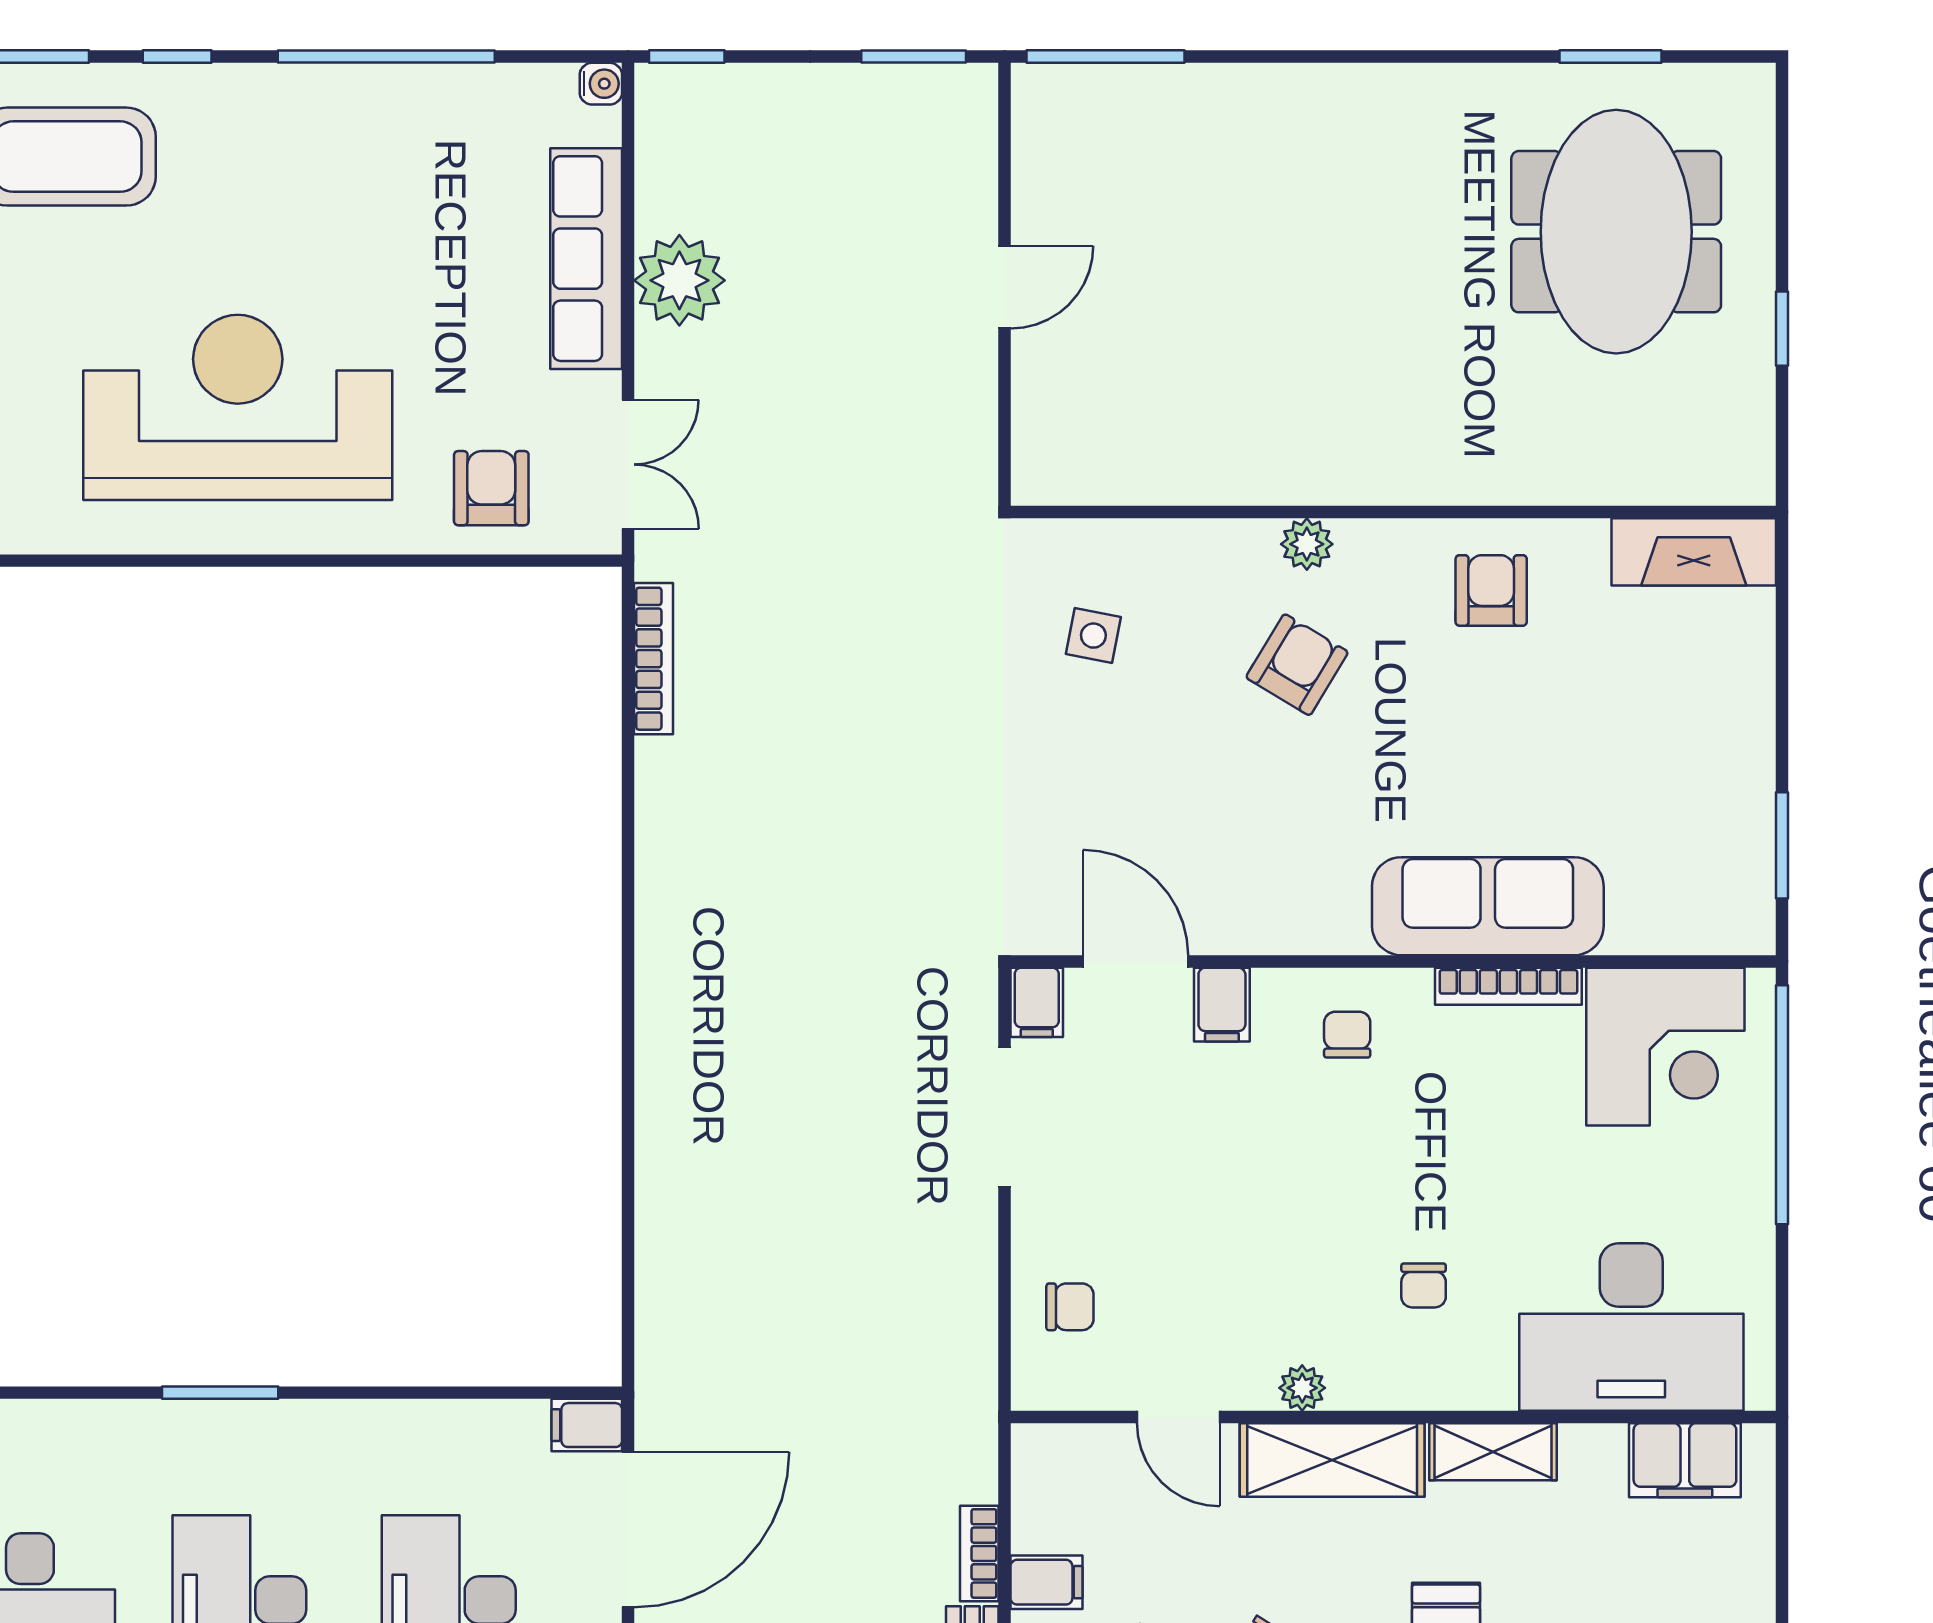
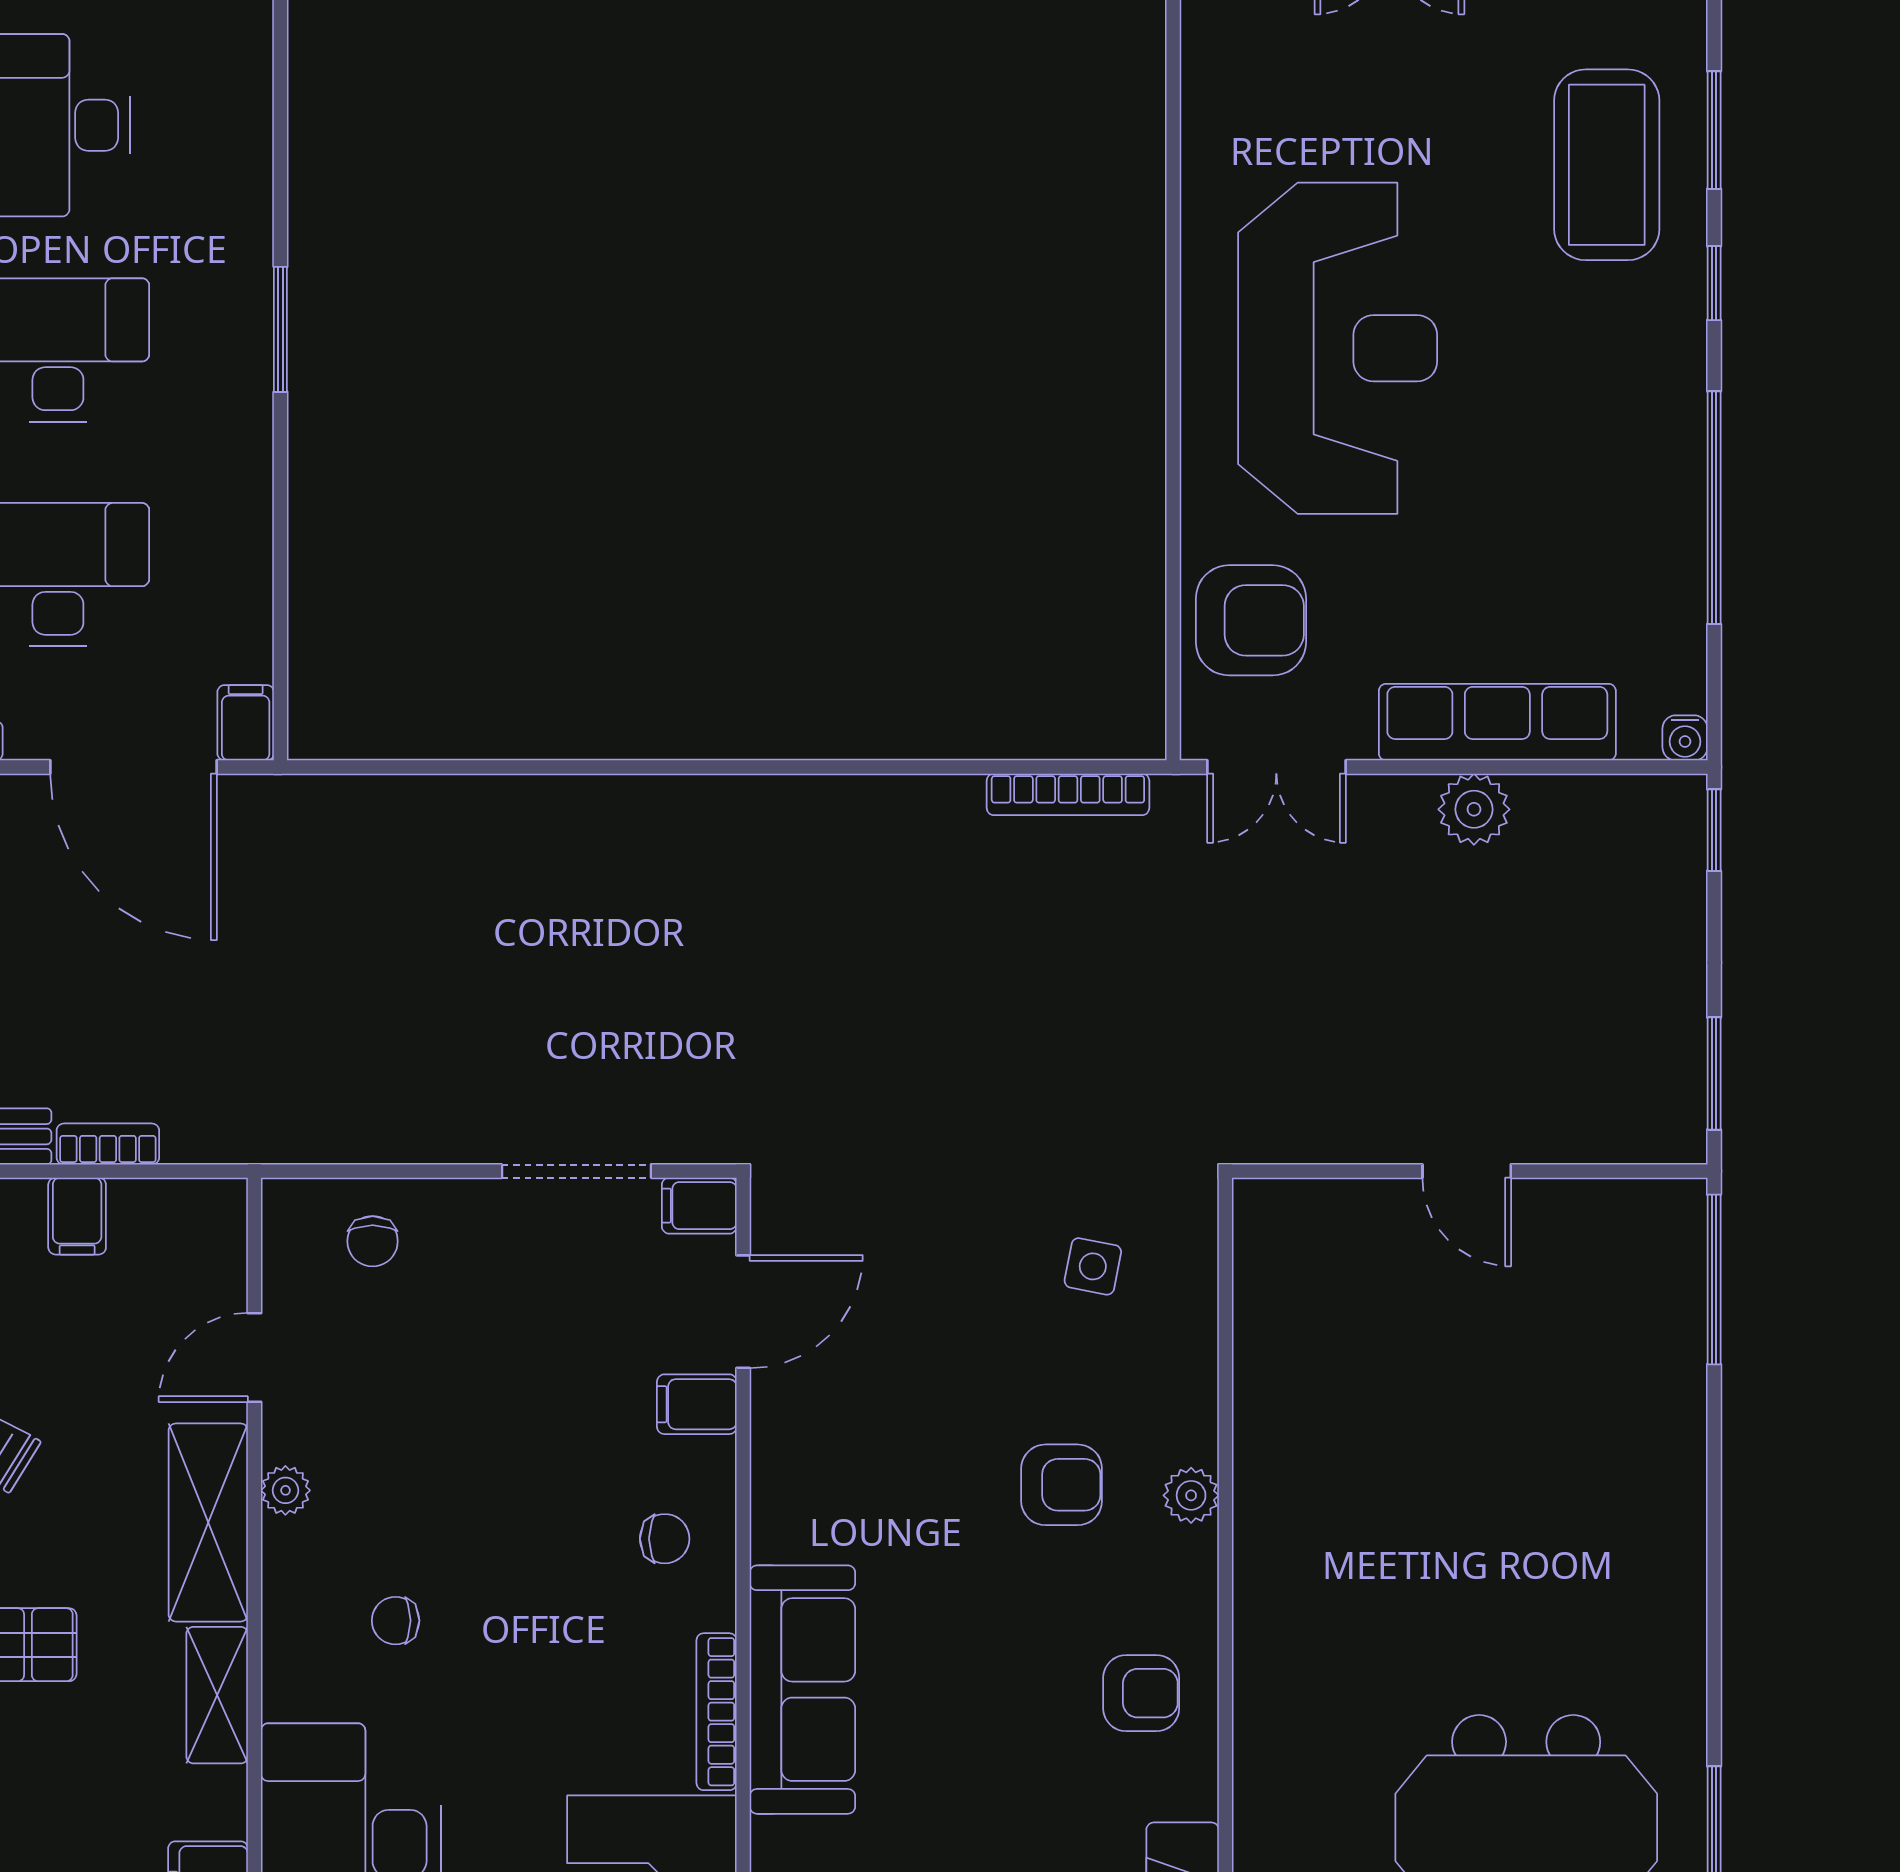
plant: (679, 280) -> (1474, 809), width x0.73, depth x0.73
armchair: (491, 488) -> (1251, 620), width x1.38, depth x1.38
armchair: (1297, 665) -> (1062, 1485), turned -31

